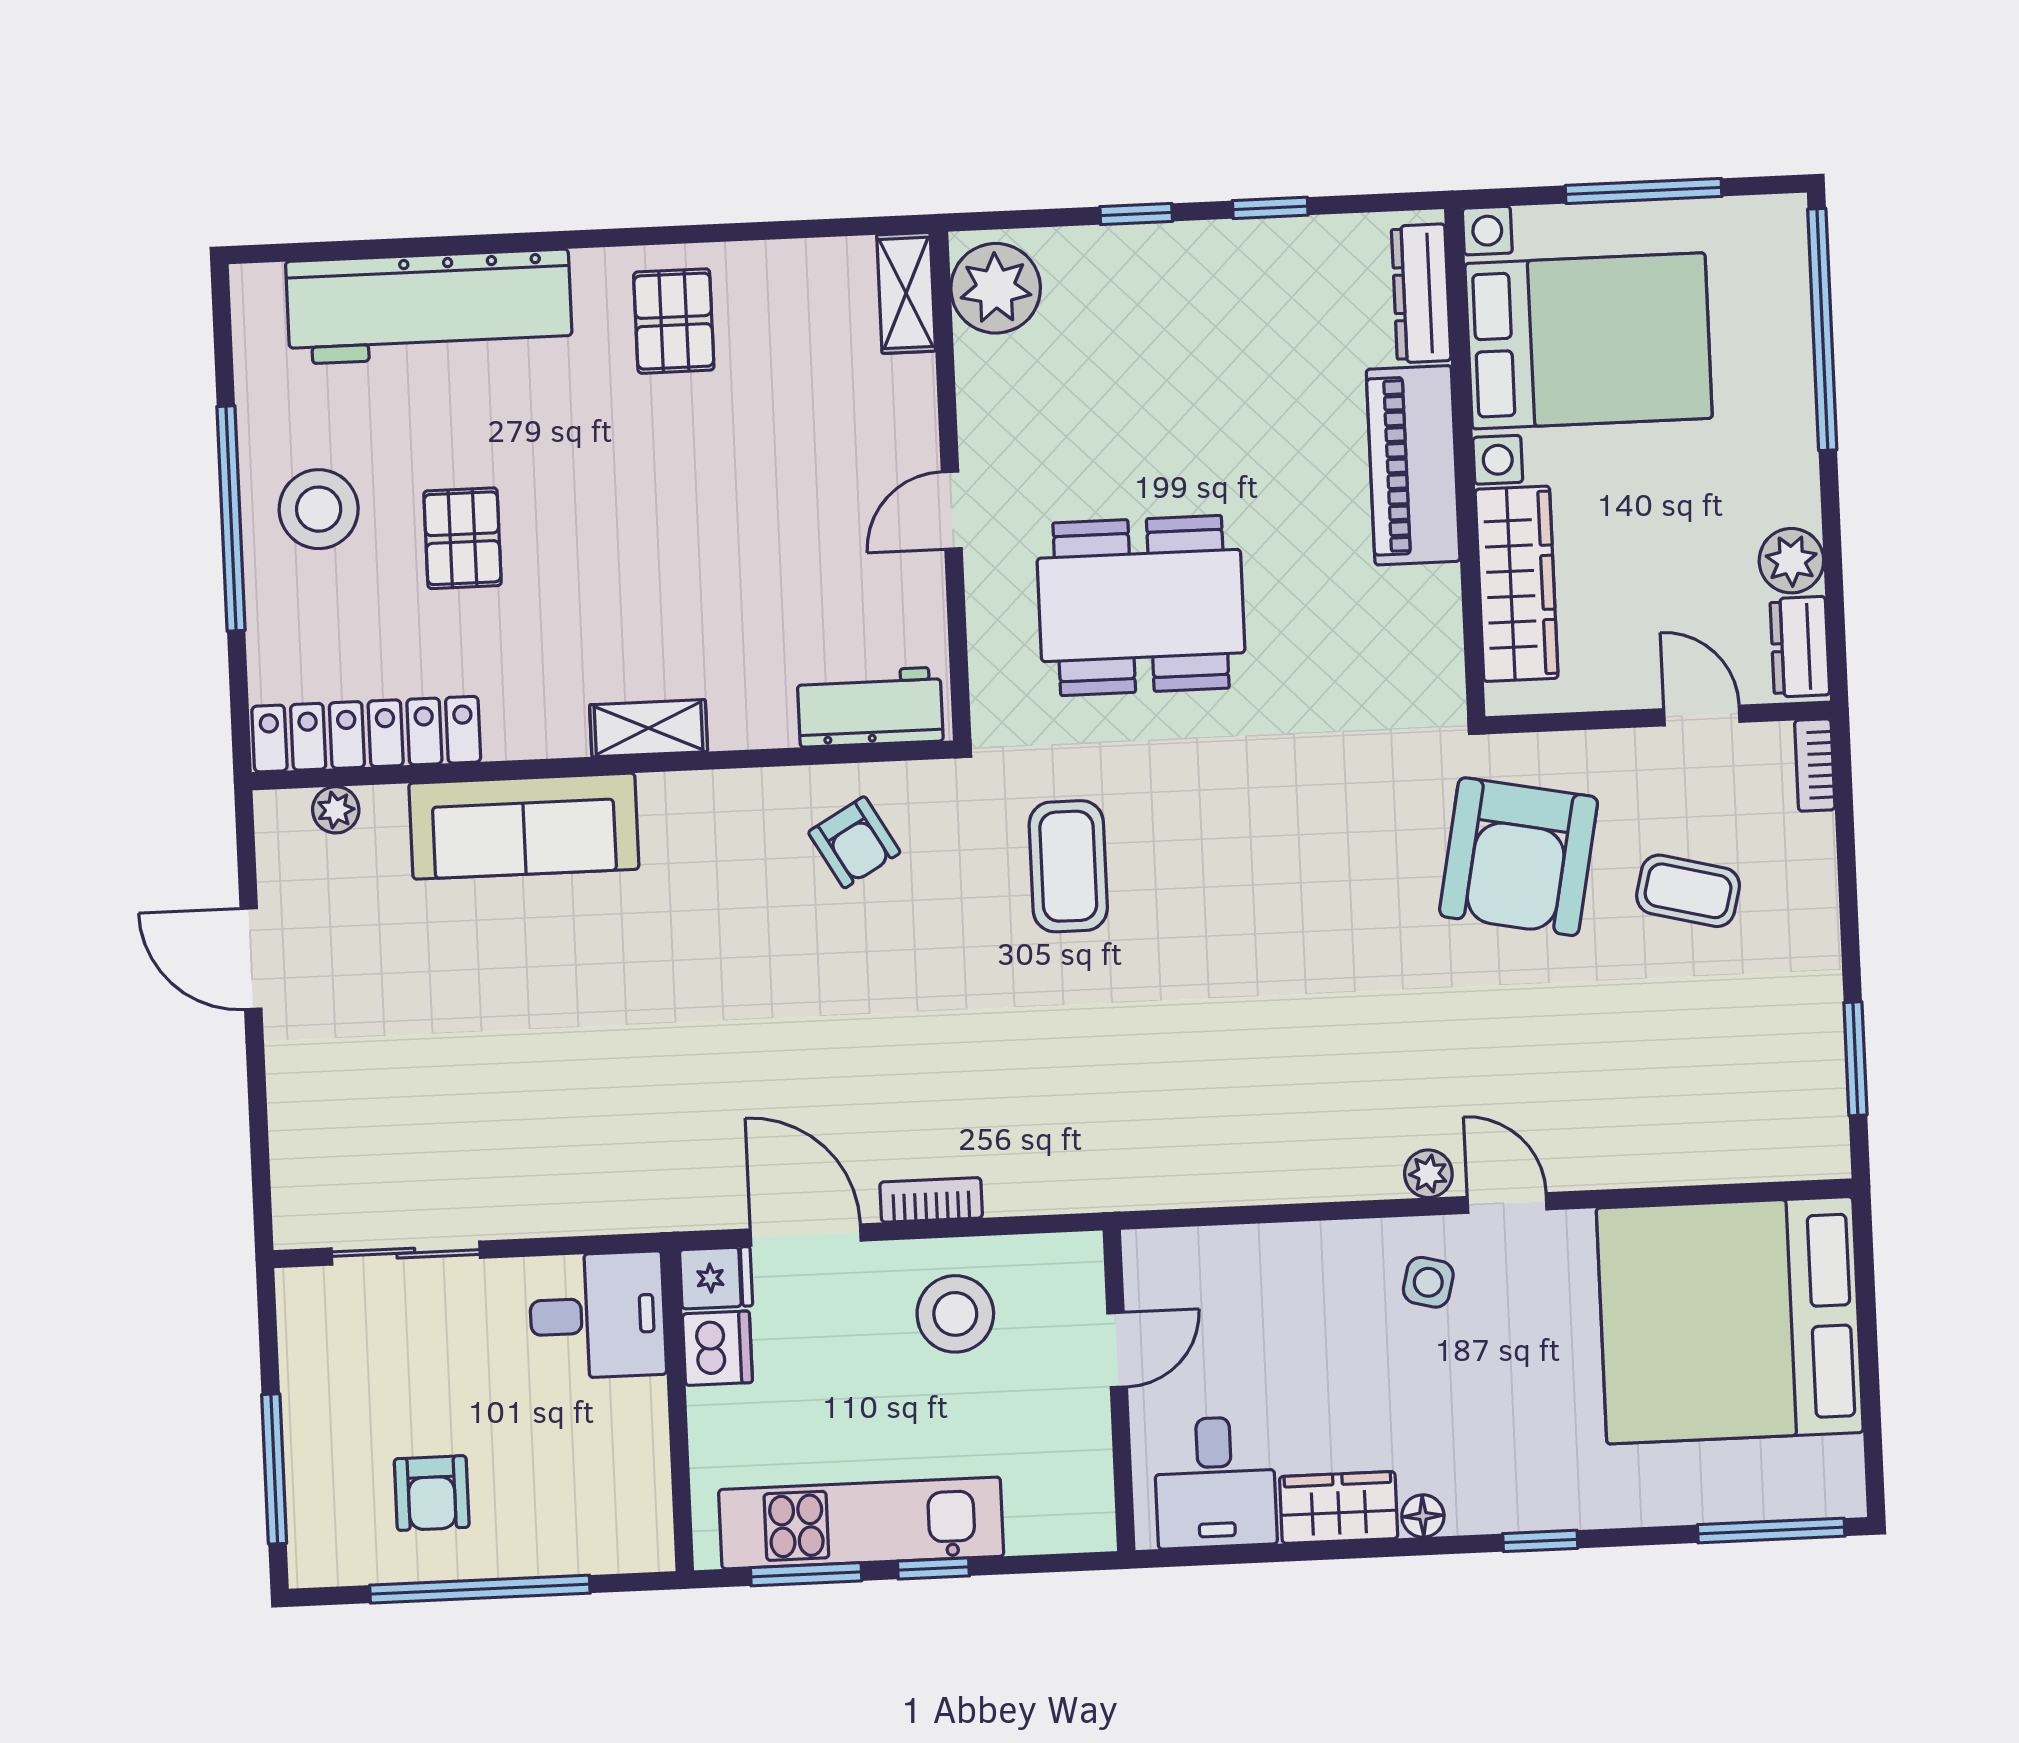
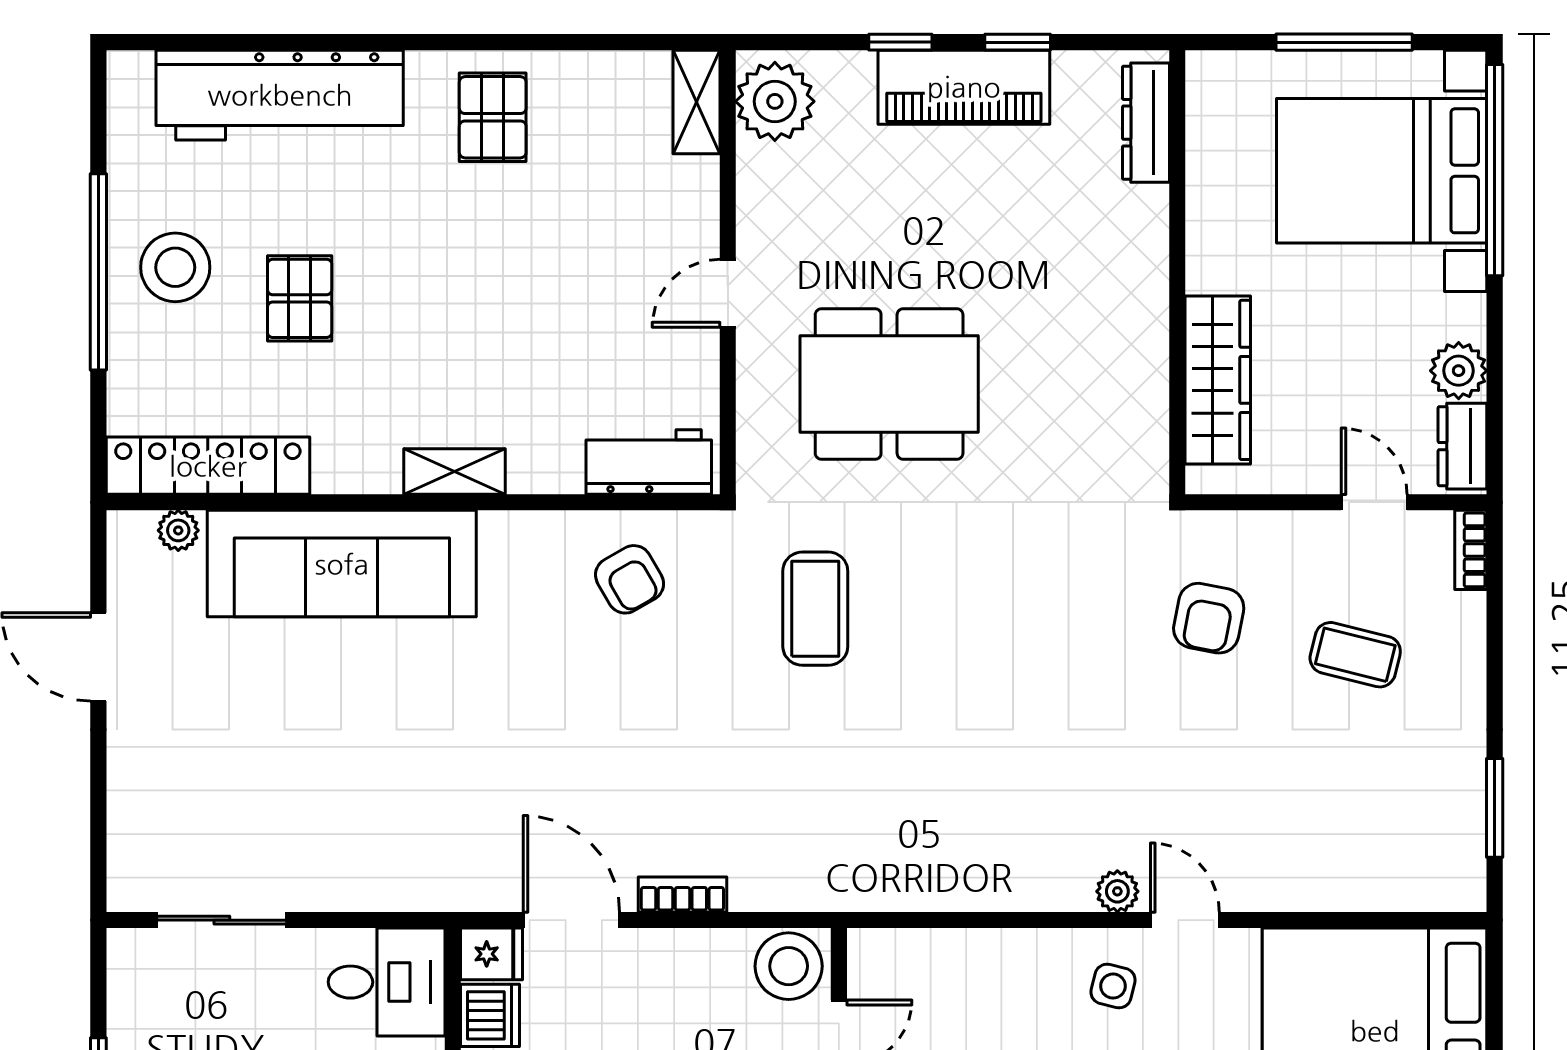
bed with nightstands: (1589, 341) -> (1382, 171), moved, turned 180
piano: (1413, 465) -> (964, 87), moved, turned -90
sofa: (524, 826) -> (342, 564), width x1.36, depth x1.27
armchair: (1519, 857) -> (1209, 618), width x0.53, depth x0.53
stool: (955, 1314) -> (789, 966), moved

